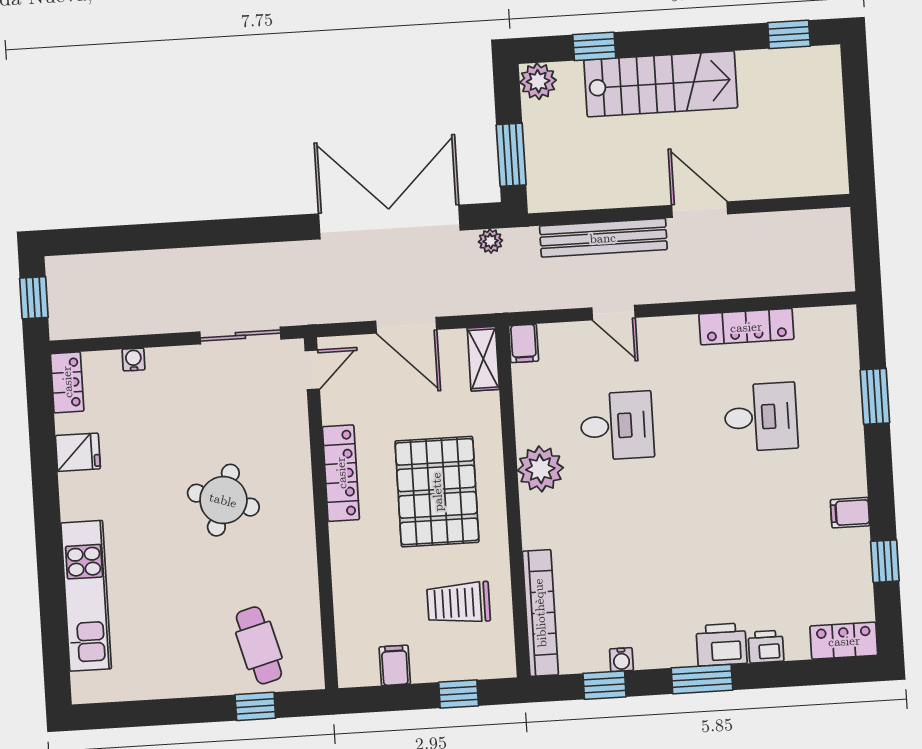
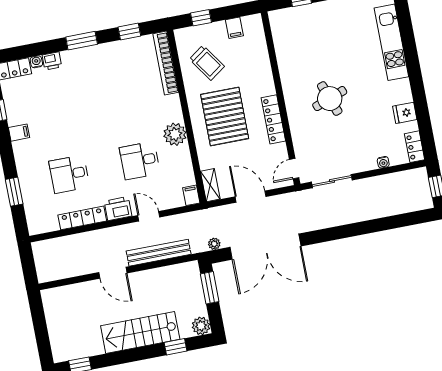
round table: (223, 500) -> (330, 99), turned -38
trolley: (458, 603) -> (207, 63), turned 55
printer: (721, 644) -> (118, 209), moved, turned 180
cafe table: (259, 645) -> (303, 29), removed
water cooler: (621, 660) -> (36, 62), moved

